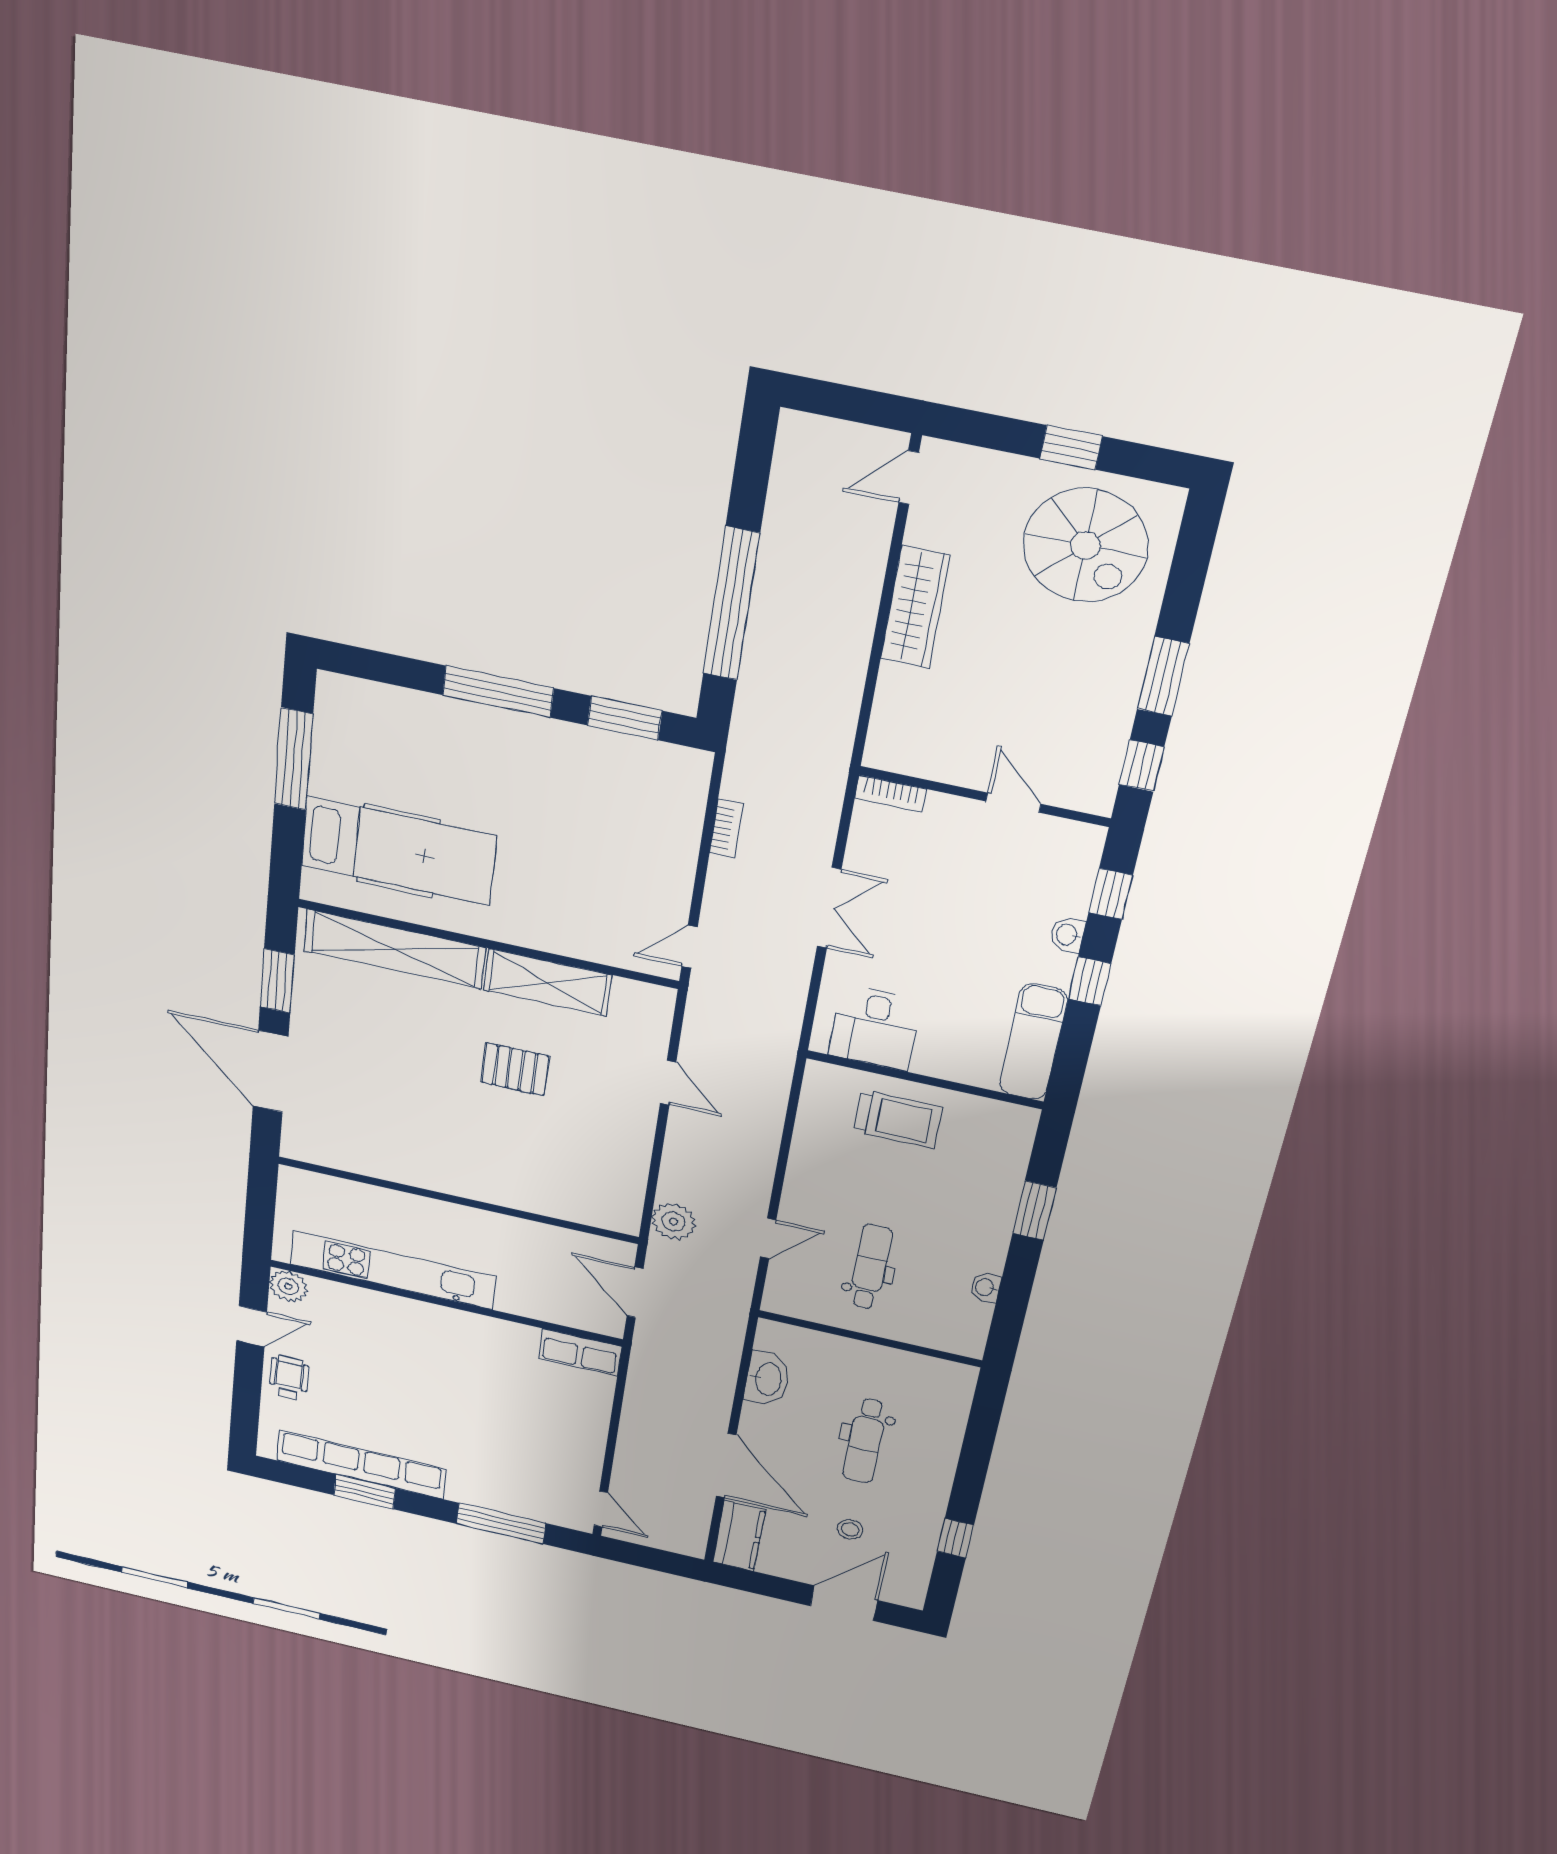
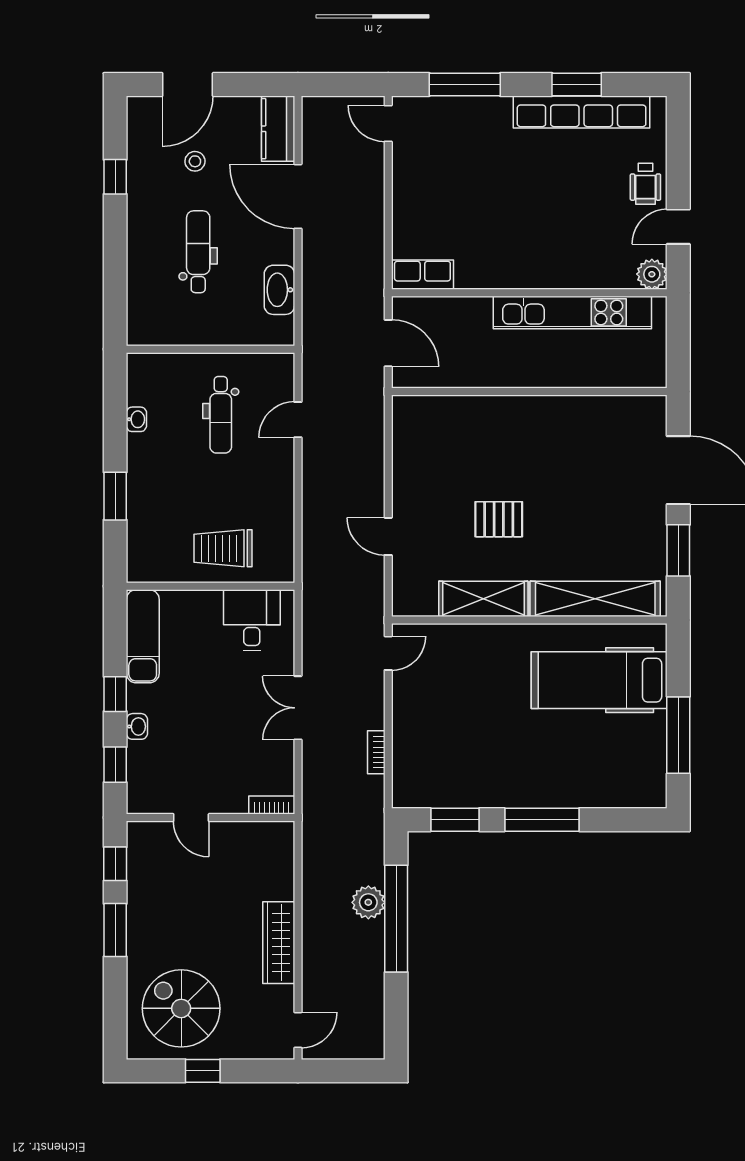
plant: (674, 1221) -> (368, 902), moved

